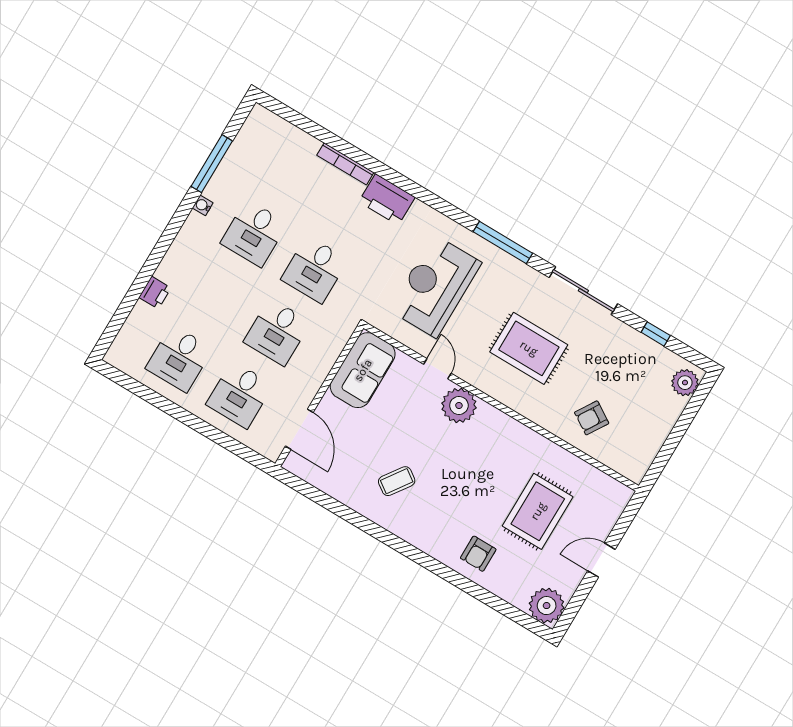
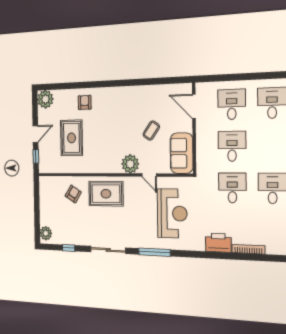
rug: (529, 348) -> (106, 194), moved
coffee table: (397, 481) -> (151, 131), moved
window: (624, 522) -> (36, 156), added

